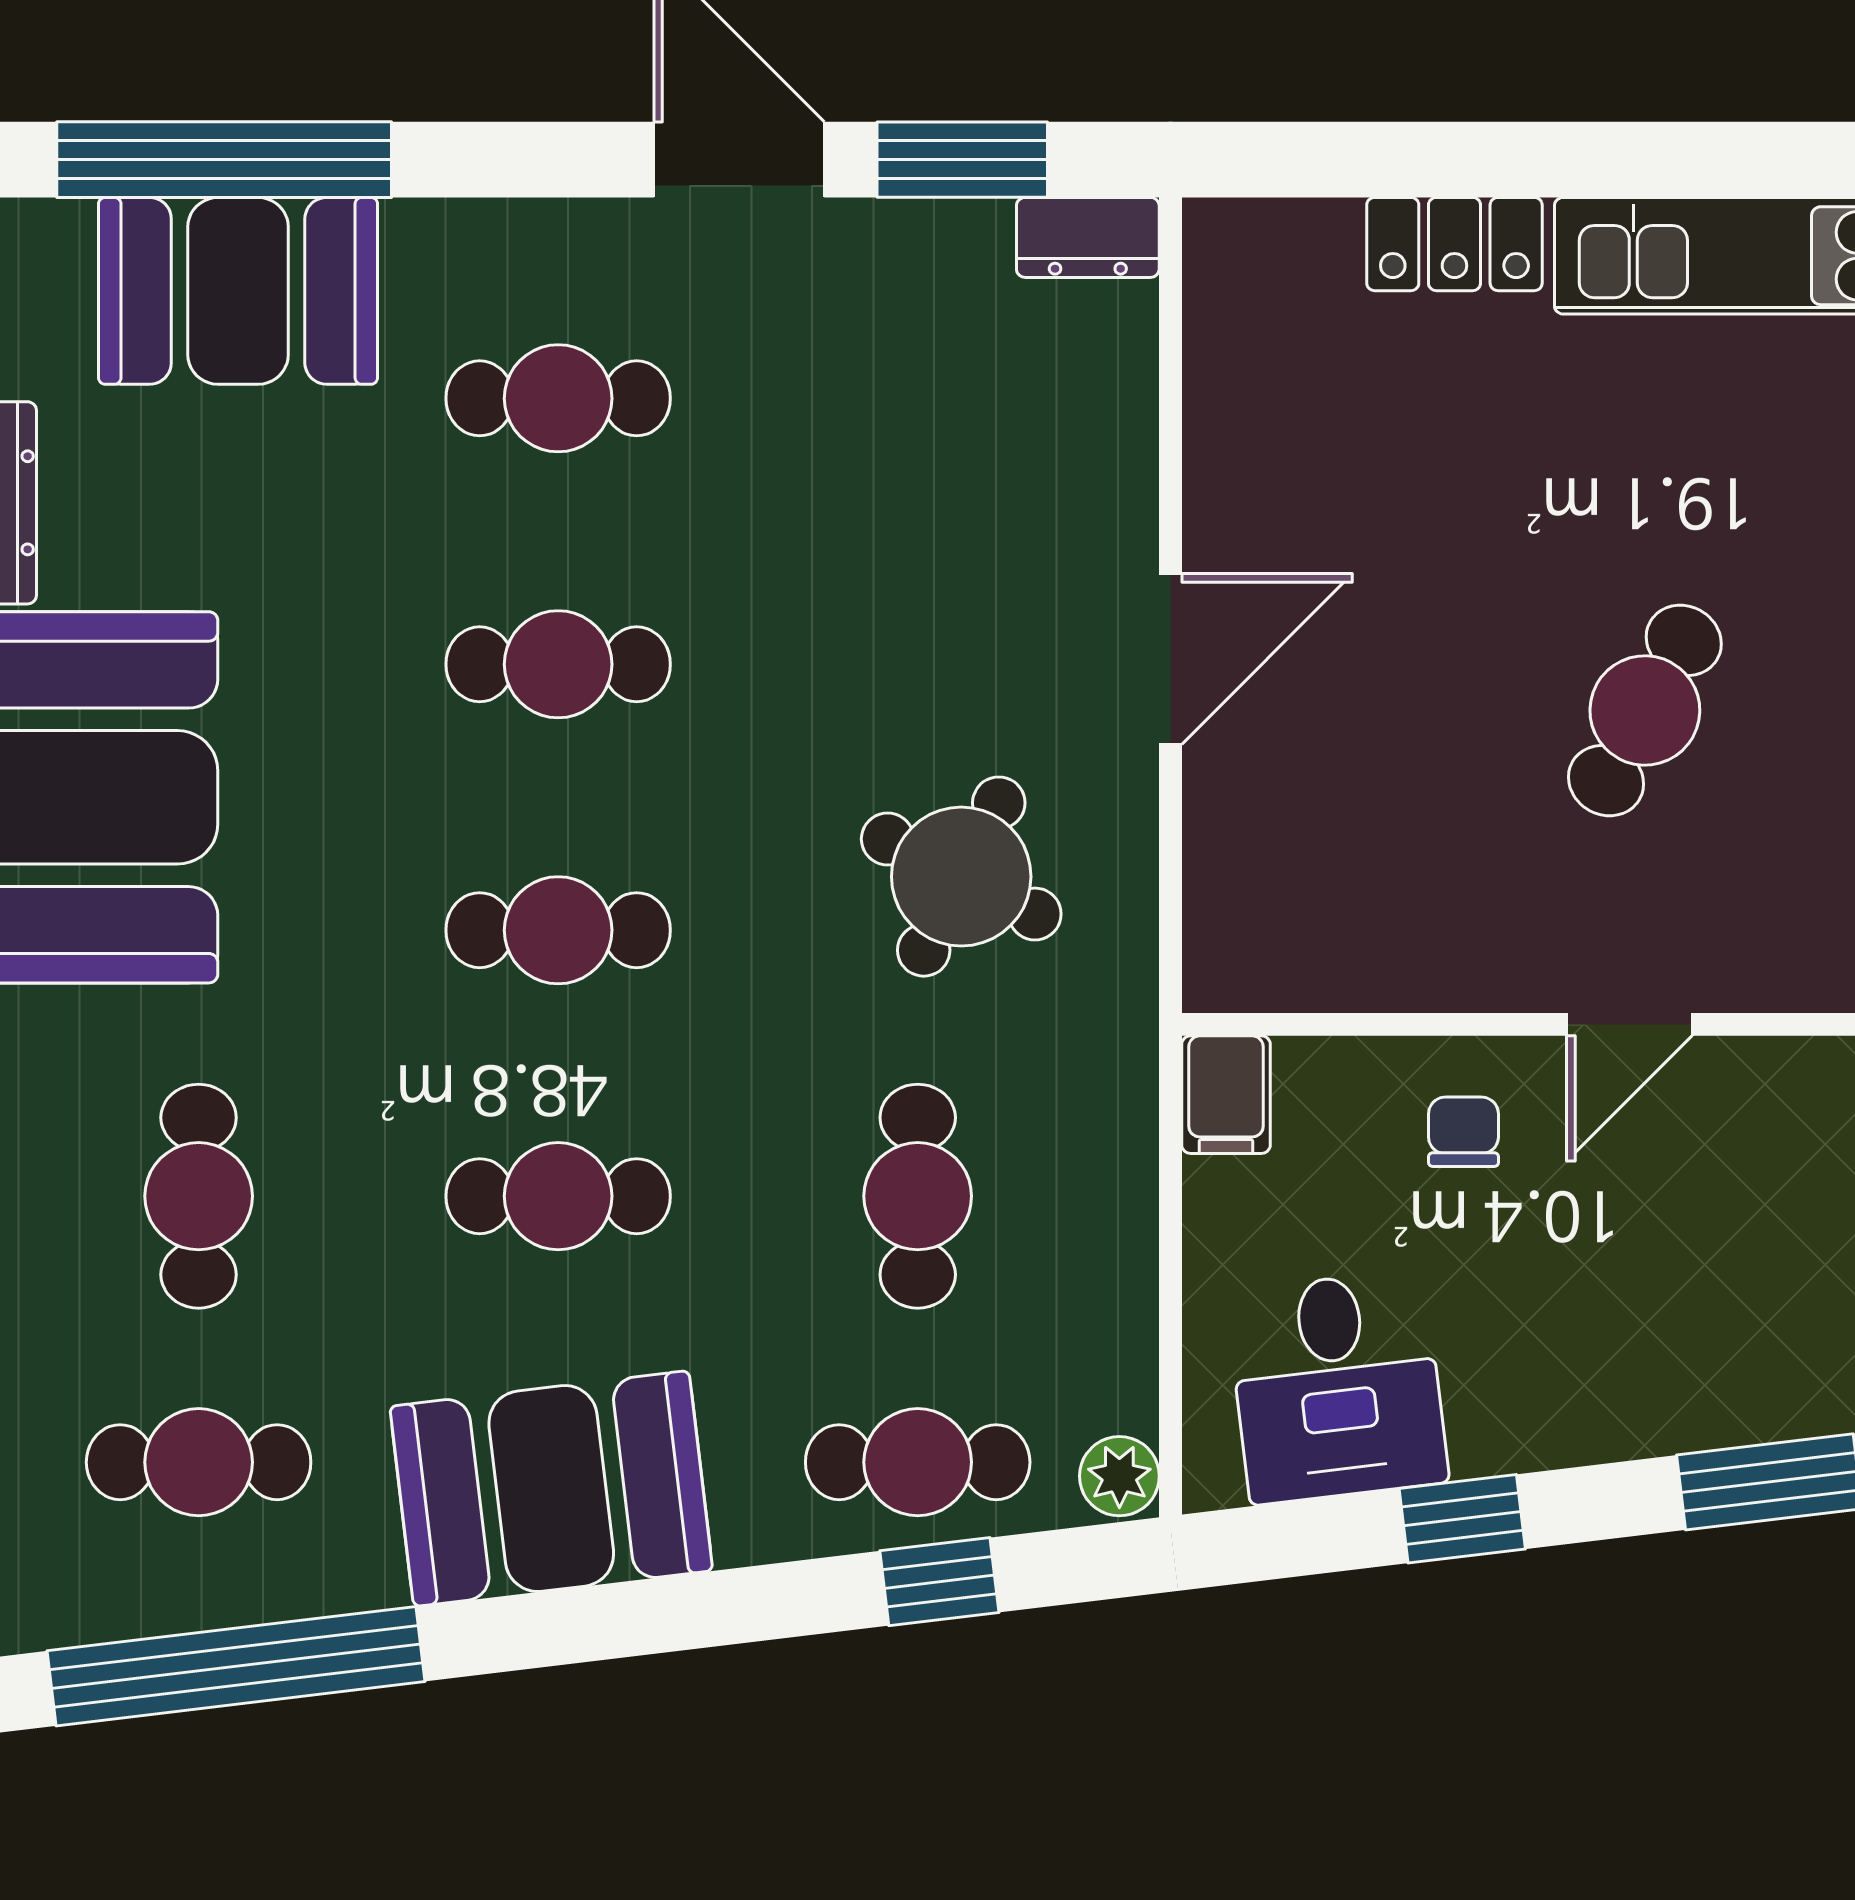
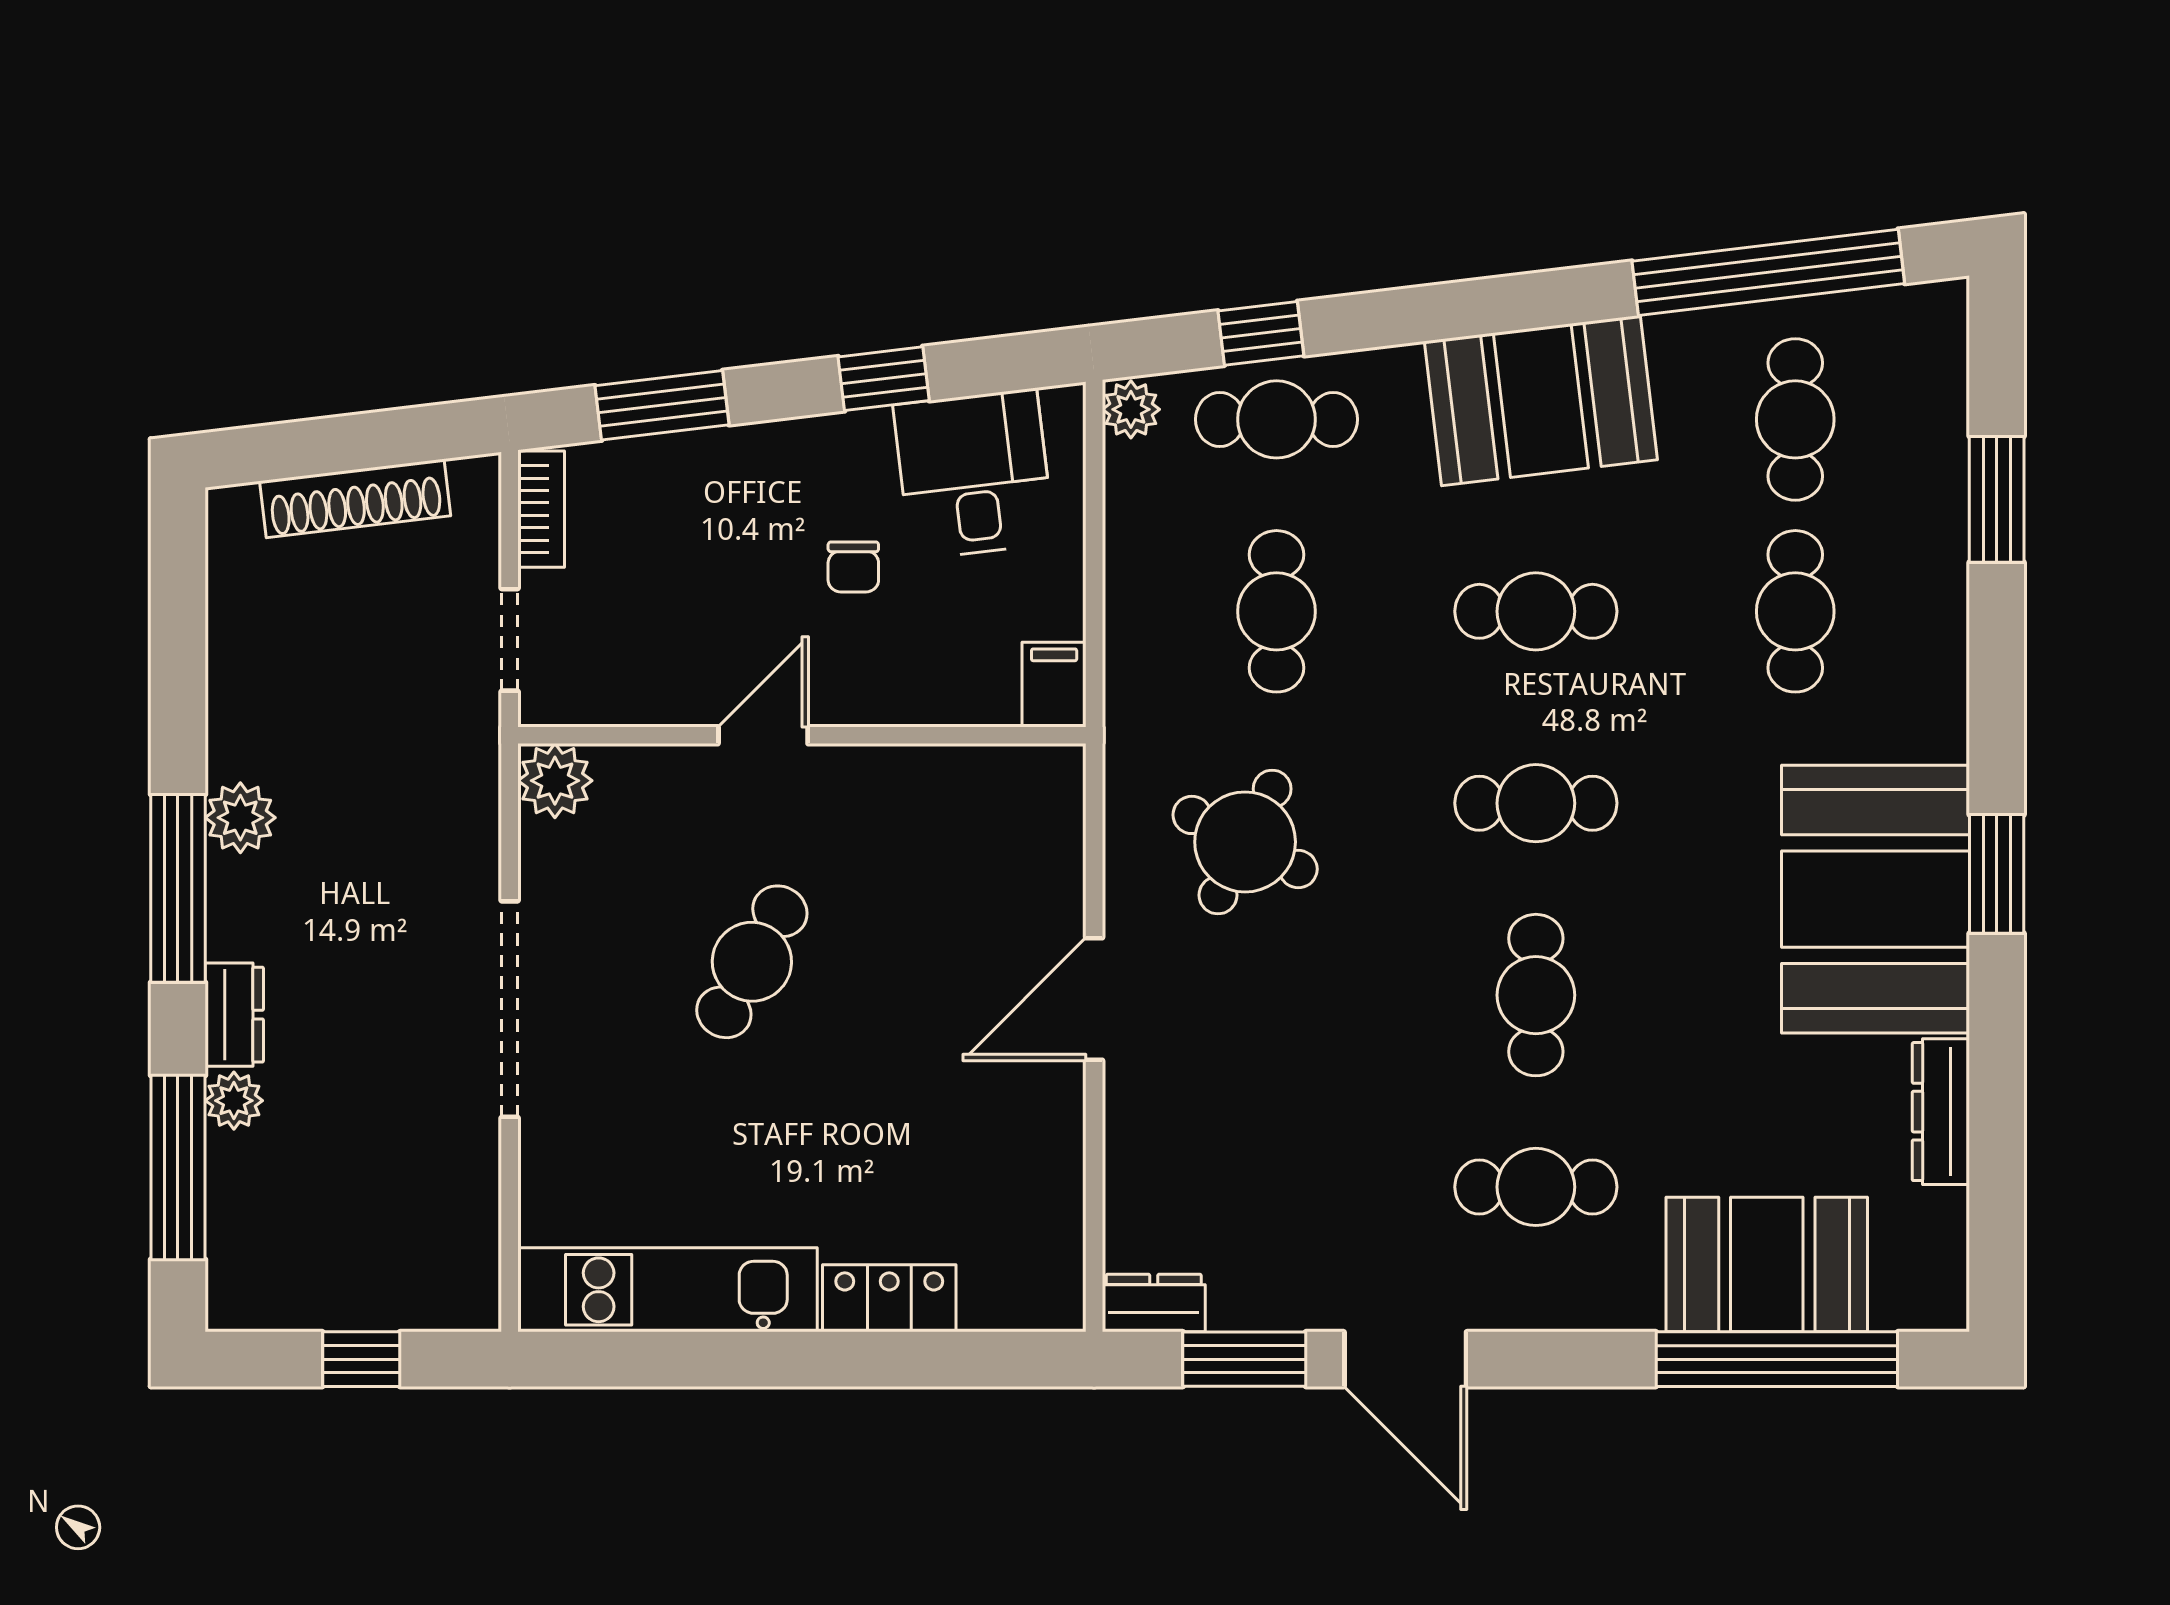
cafe table: (558, 664) -> (1536, 995), turned 90
chair: (1463, 1132) -> (853, 567), moved
cafe table: (199, 1462) -> (1795, 419), turned 90

